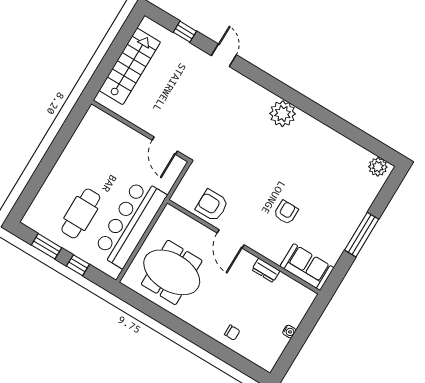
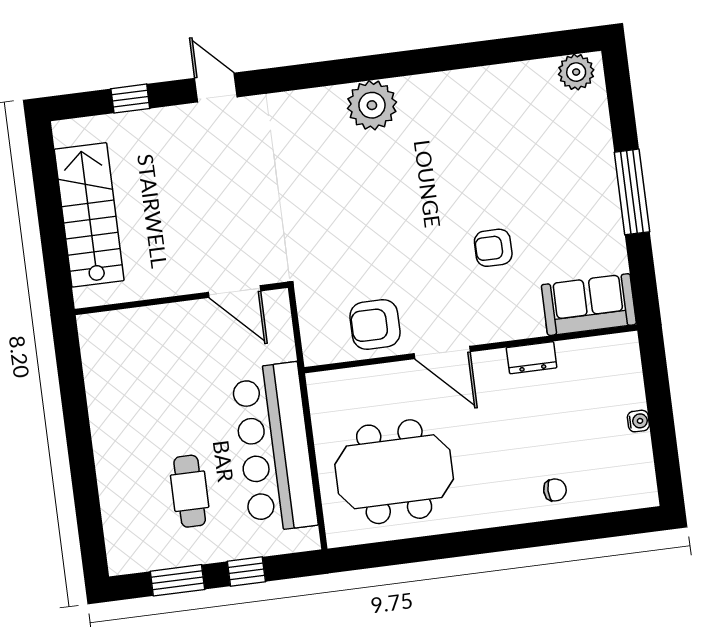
armchair: (286, 212) -> (493, 248), turned -90
cafe table: (81, 213) -> (190, 491), width x0.73, depth x0.74

